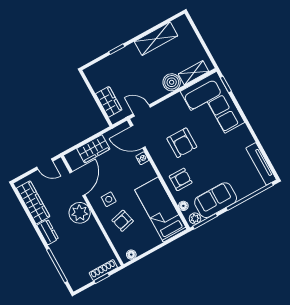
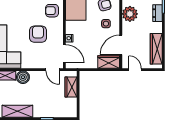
wardrobe: (93, 149) -> (109, 62), moved
plant: (80, 213) -> (130, 14), moved
dresser: (48, 232) -> (157, 13), moved

